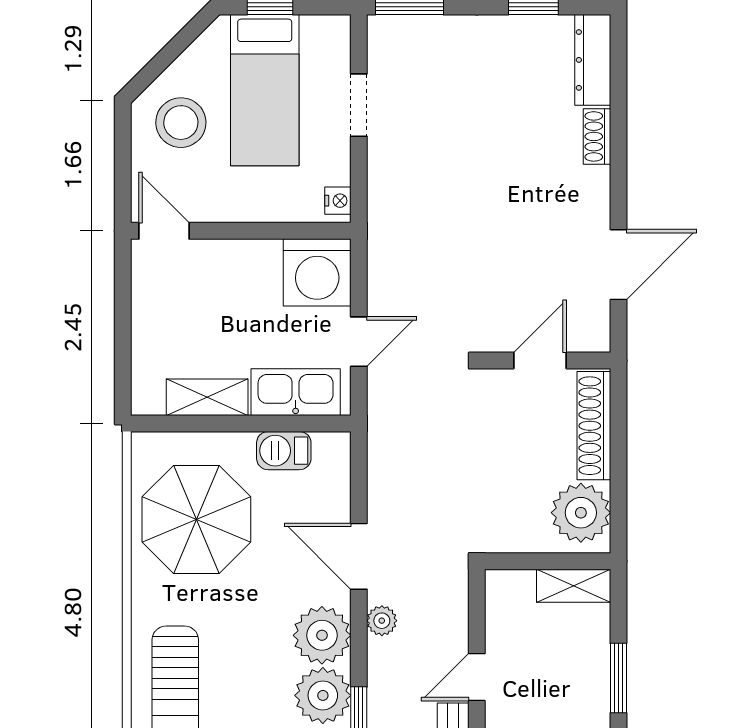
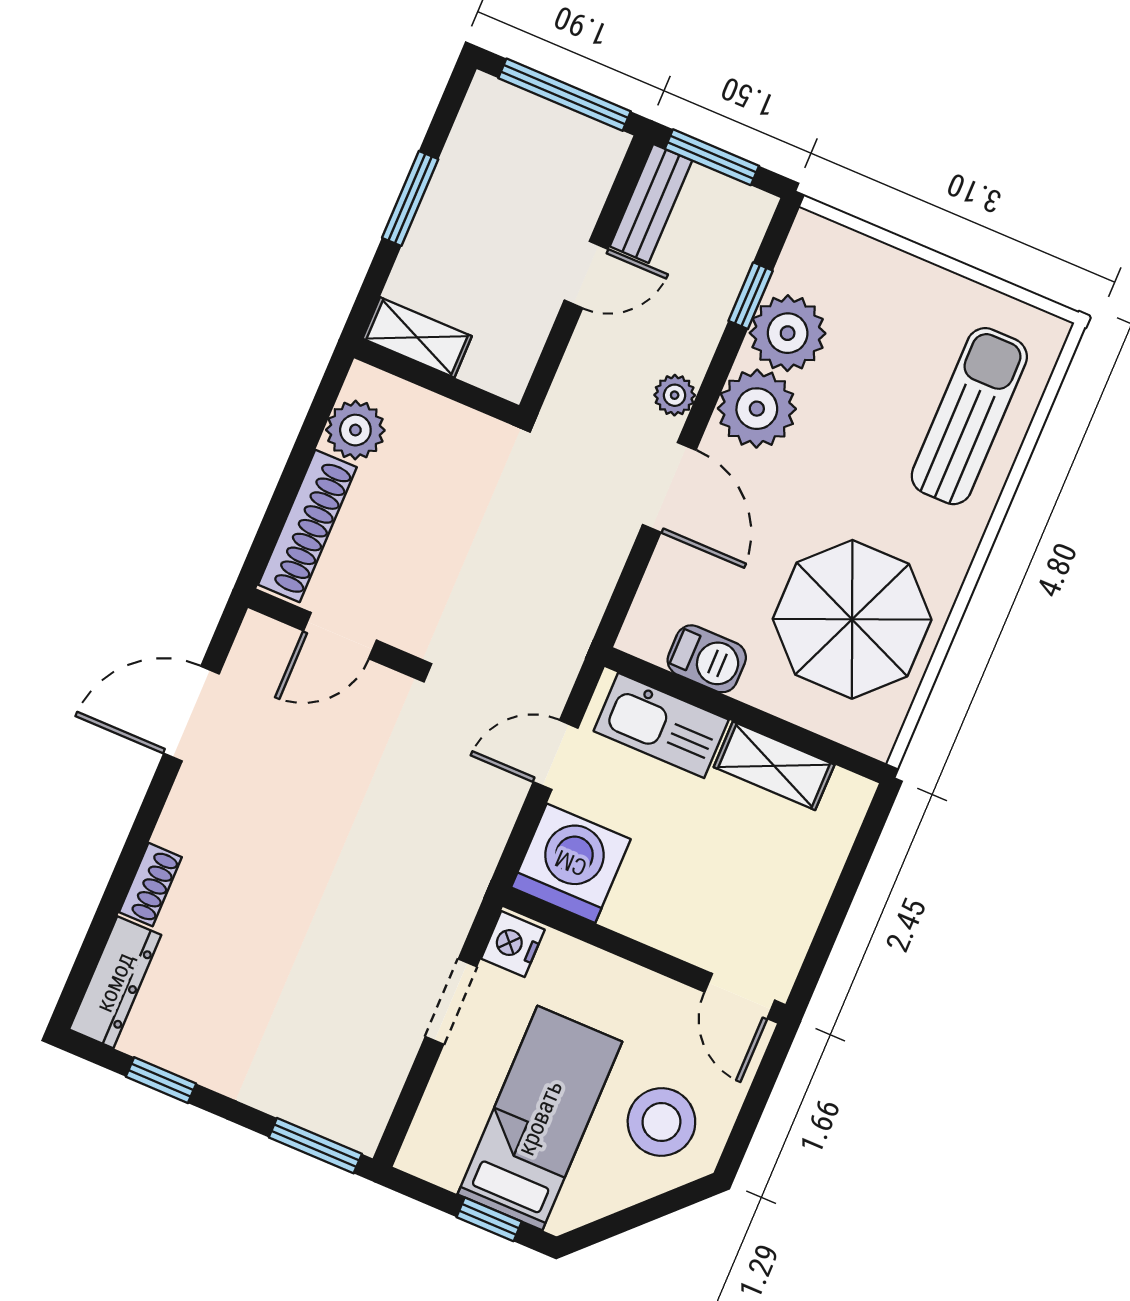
doorway: (359, 105) -> (451, 1002), moved
nightstand: (338, 201) -> (513, 944), width x1.39, depth x1.35
plant: (581, 513) -> (355, 430), width x0.73, depth x0.73

